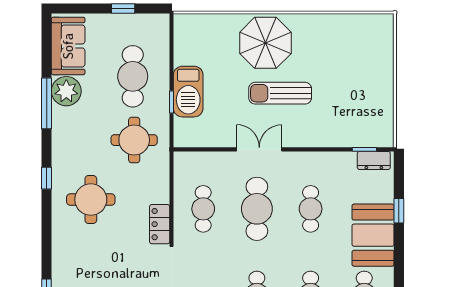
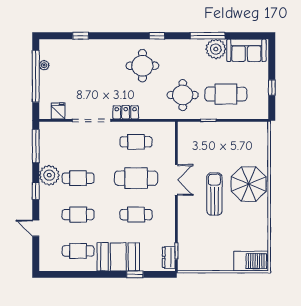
barbecue: (188, 92) -> (251, 261), moved, turned 180

